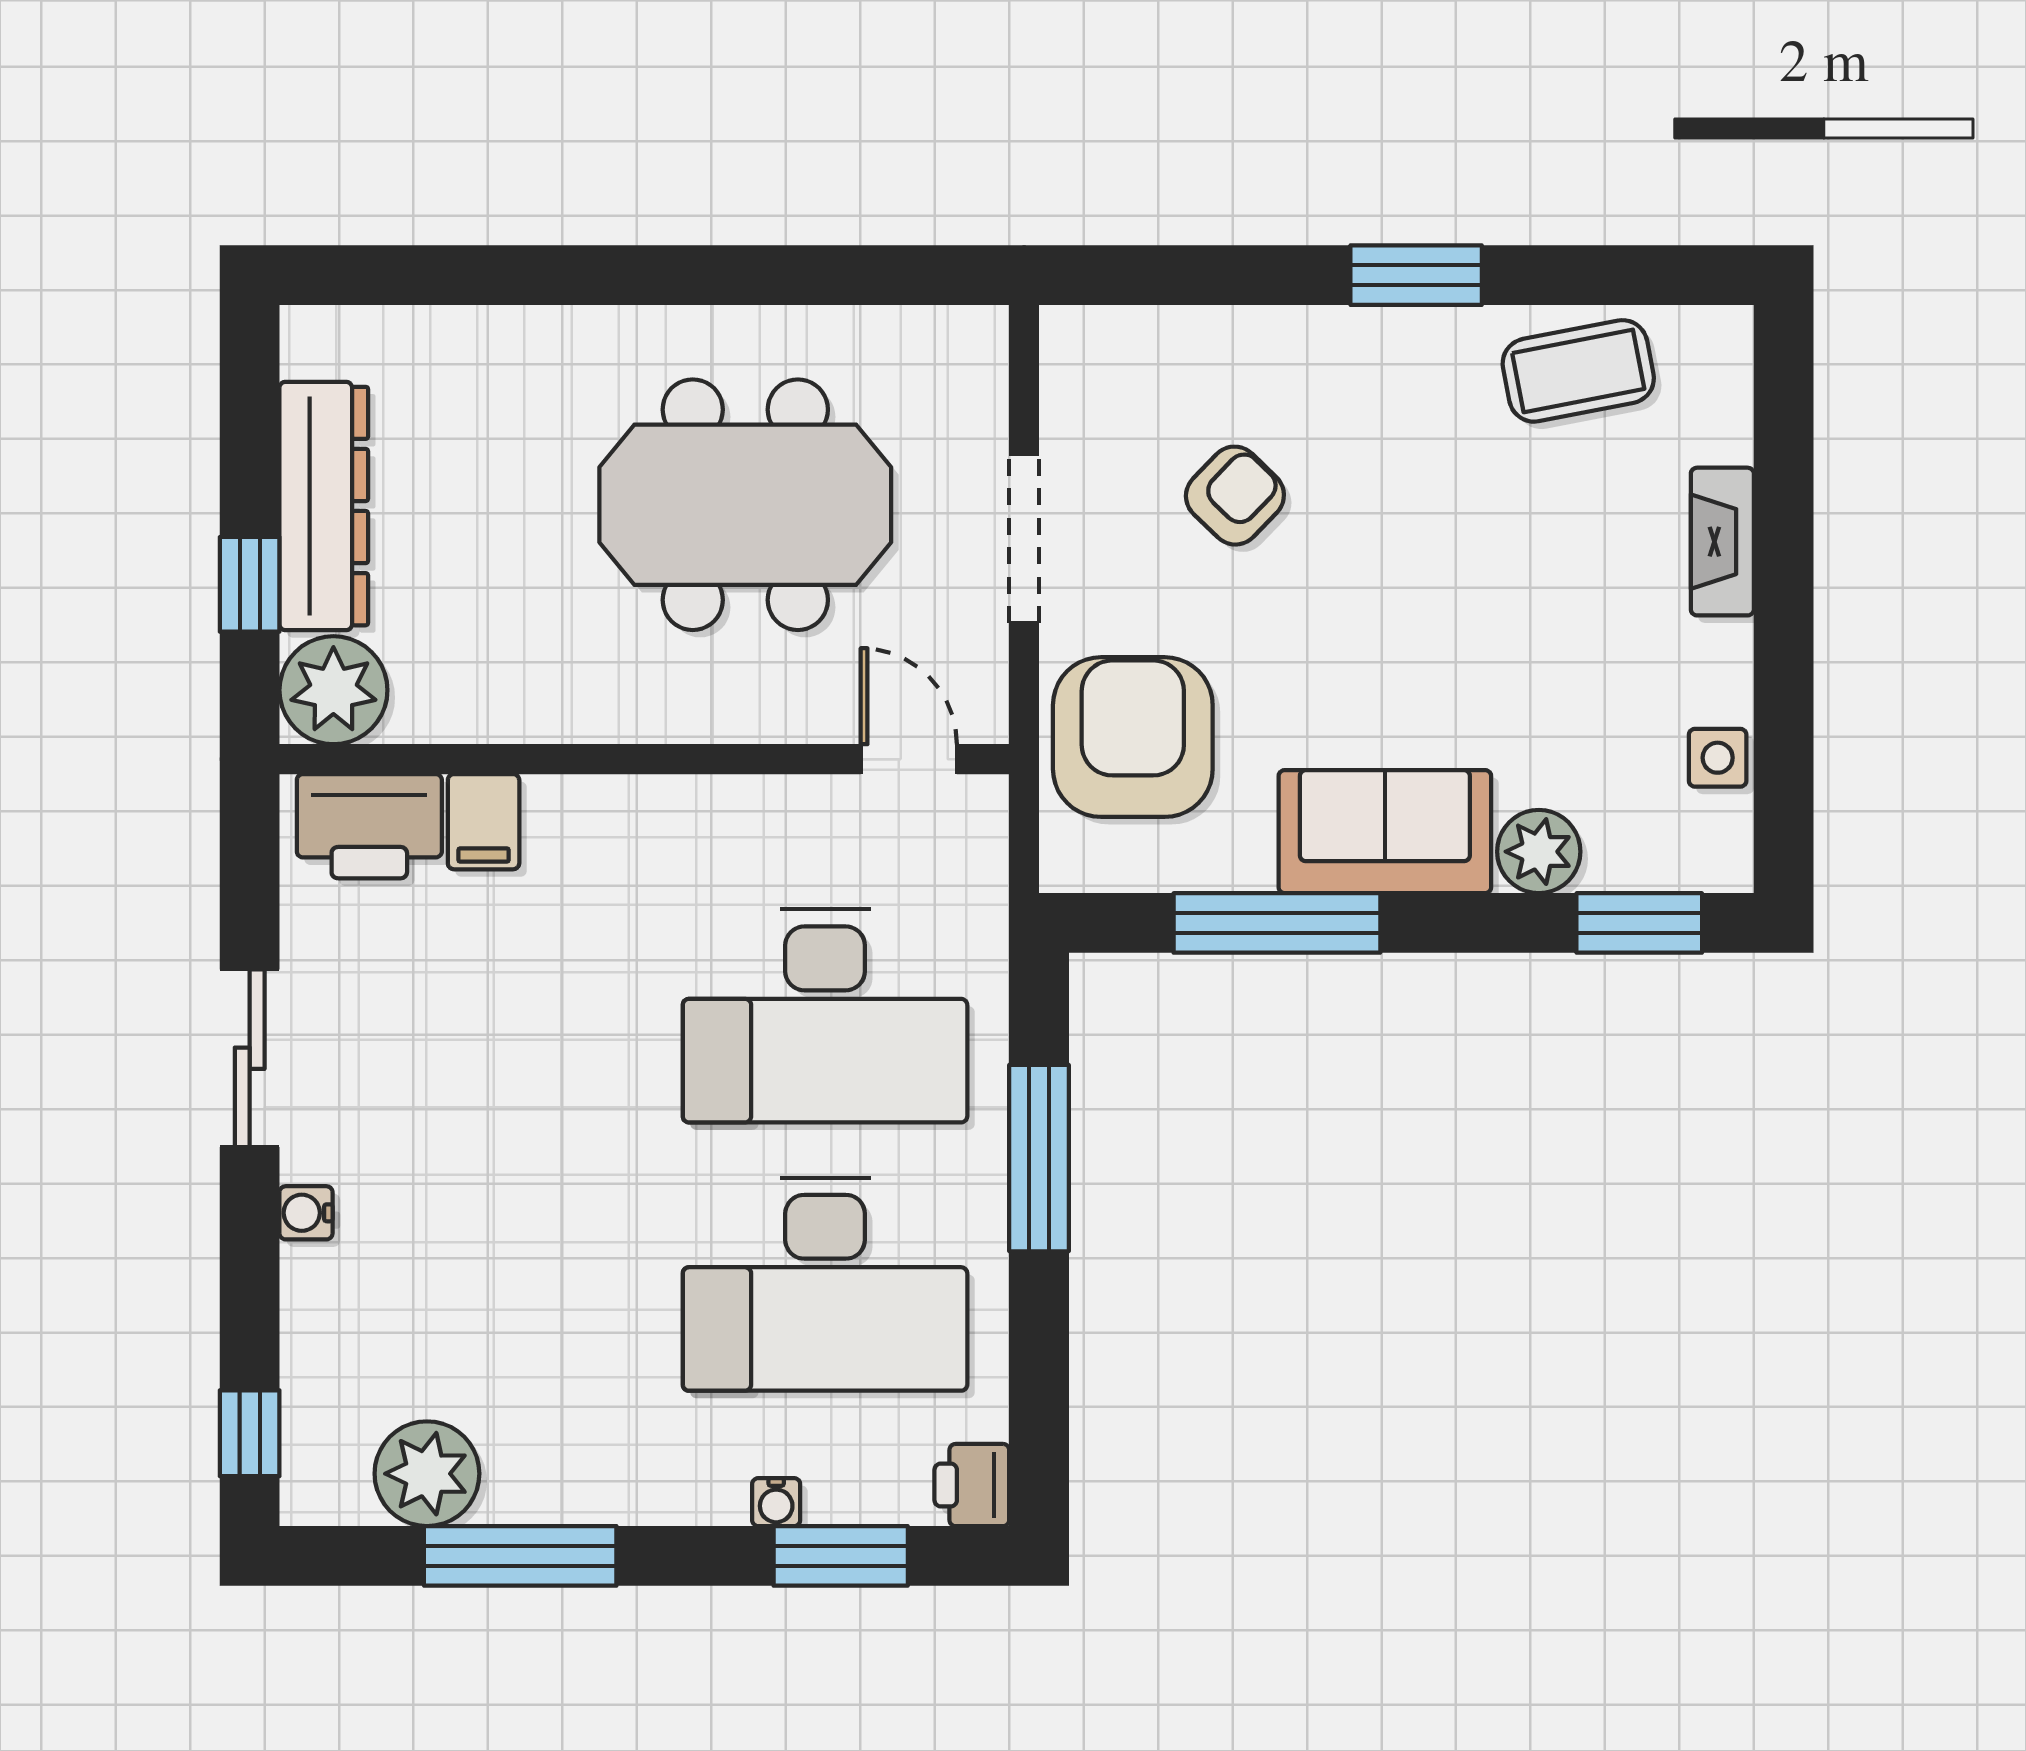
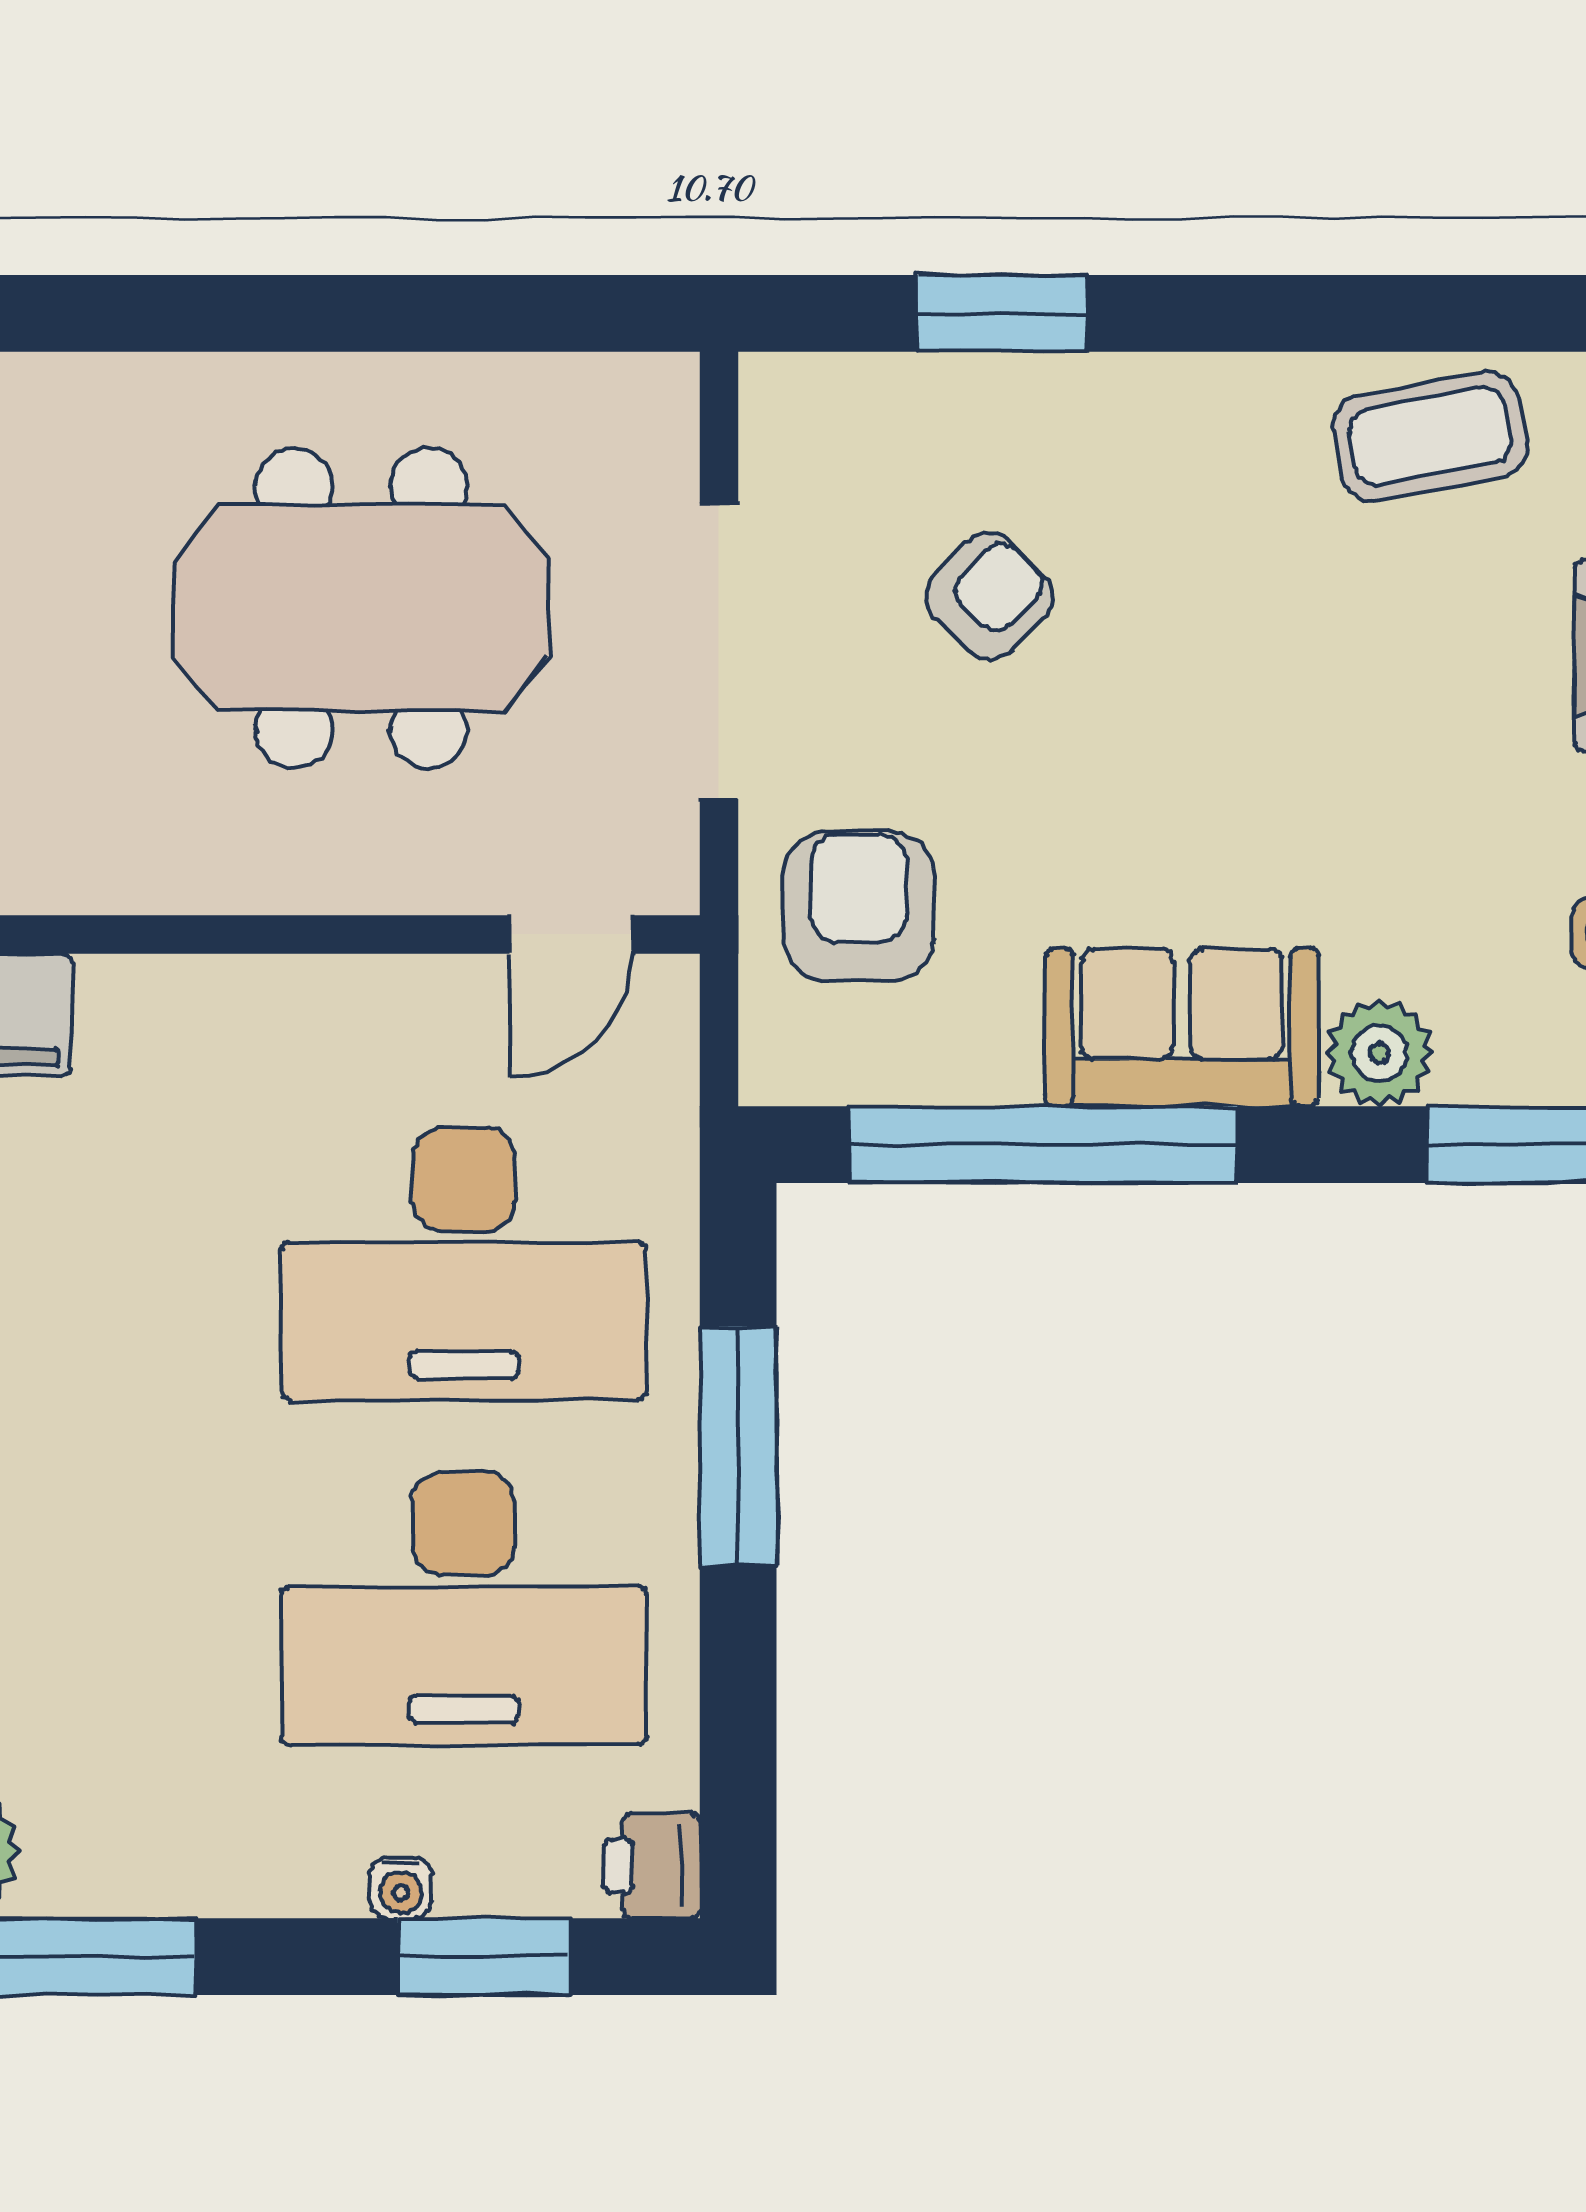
window: (1416, 275) -> (1002, 313), moved
doorway: (1024, 538) -> (719, 651), width x1.36
armchair: (1133, 737) -> (858, 906), width x0.73, depth x0.73
door: (909, 759) -> (571, 934), swing flipped
window: (1277, 923) -> (1043, 1145), width x1.46

